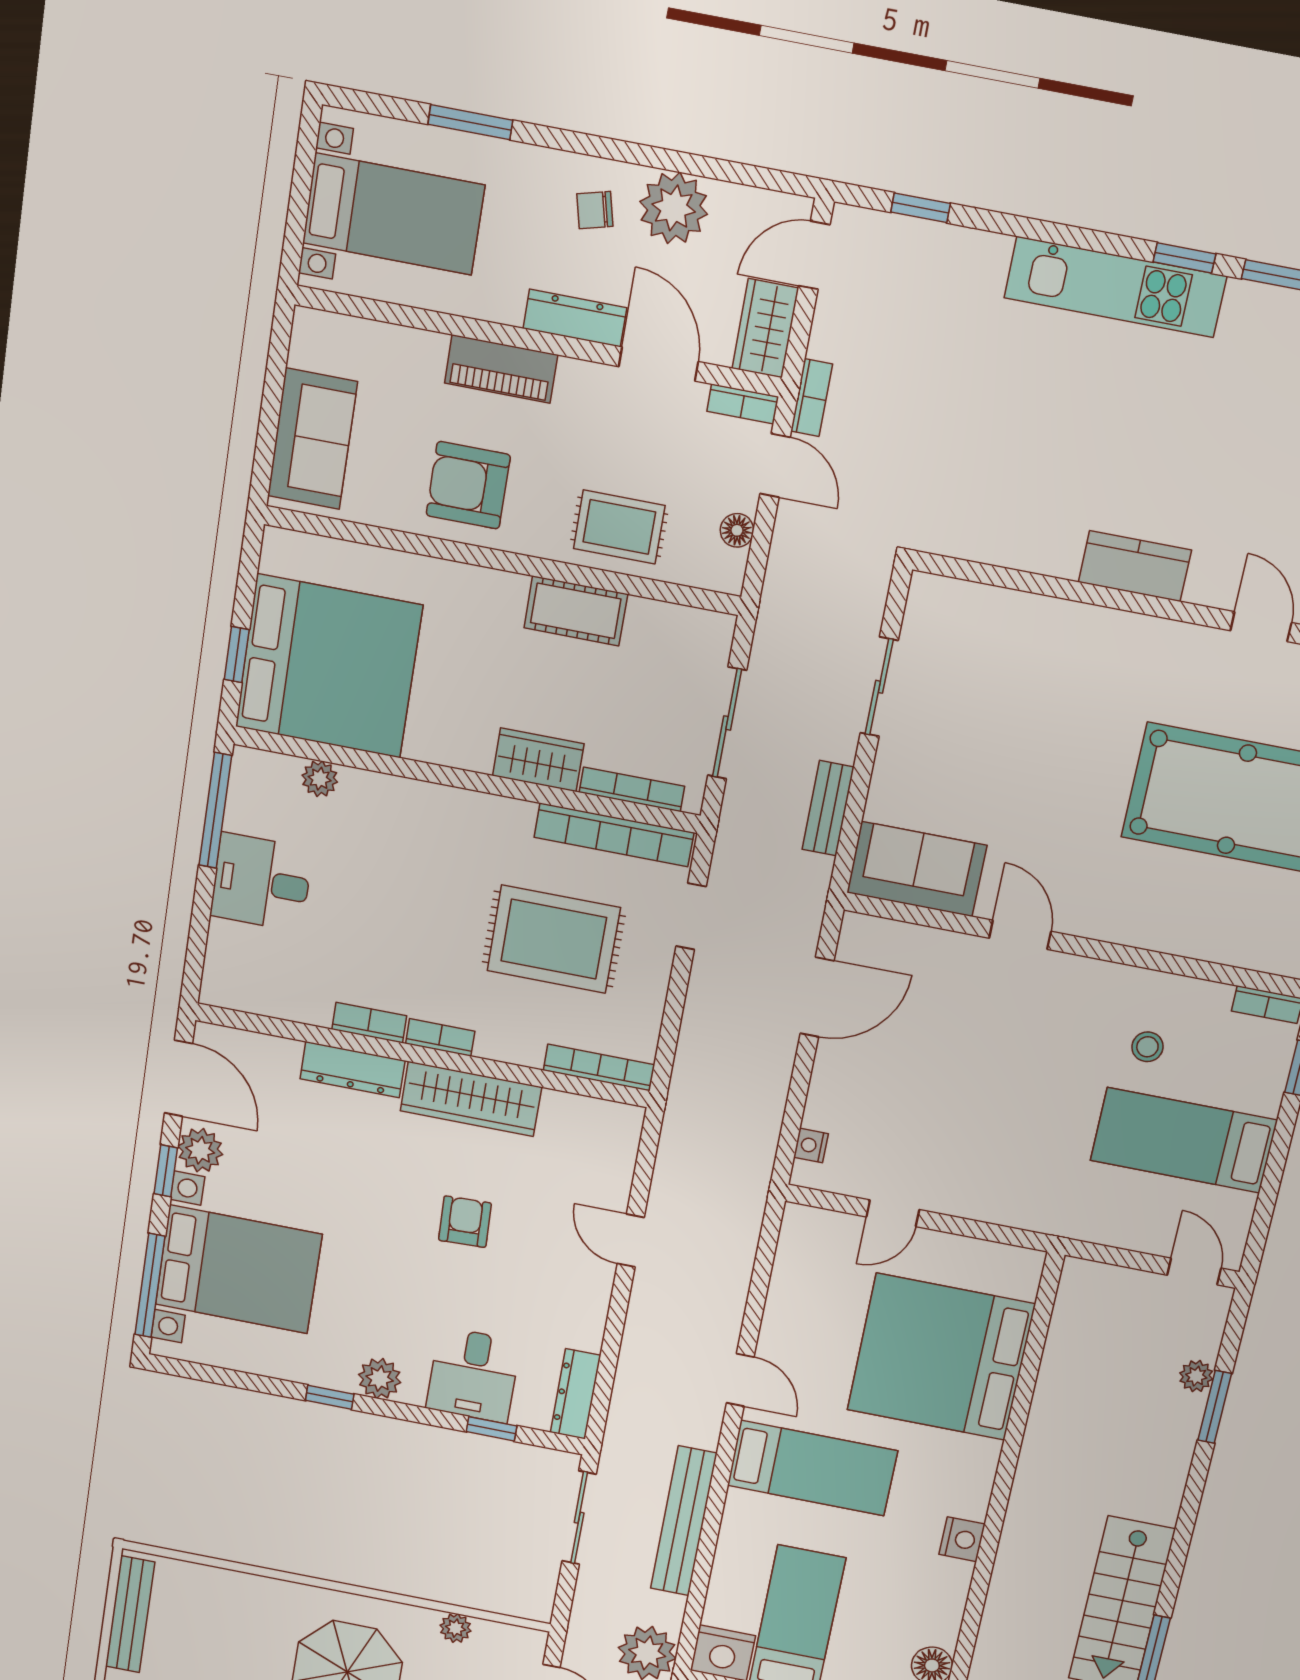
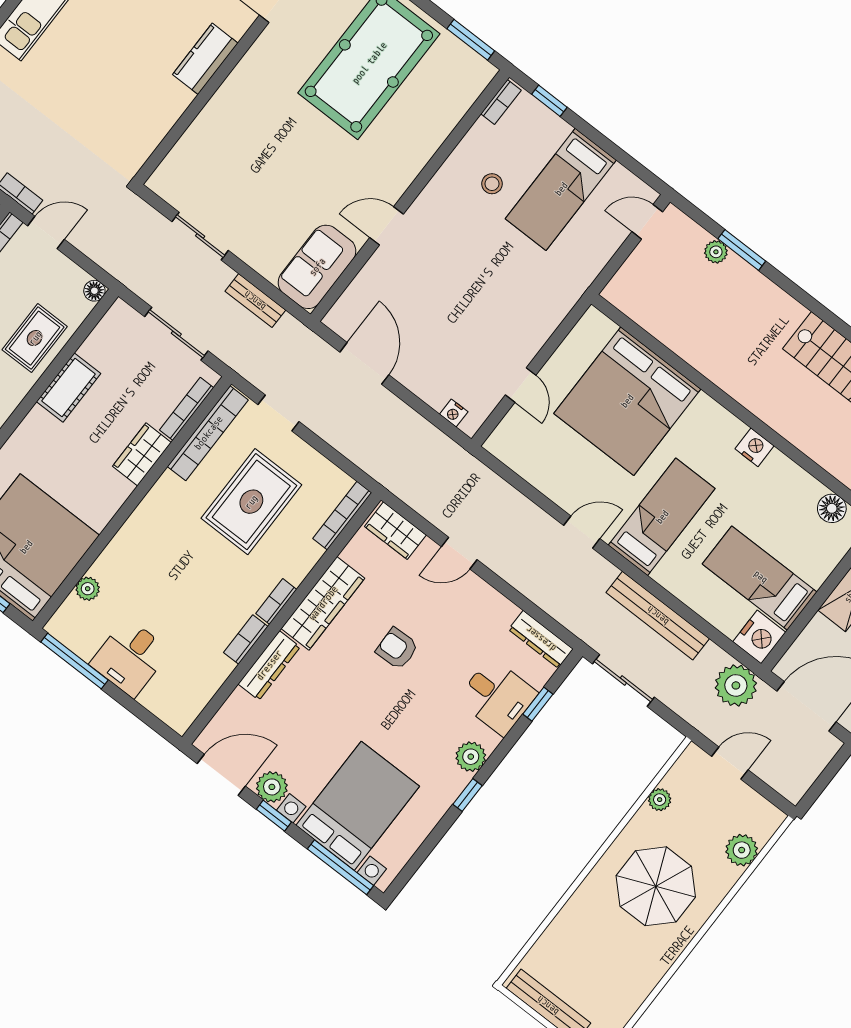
floor lamp: (737, 530) -> (94, 291), moved
wardrobe: (616, 1146) -> (395, 531), added

